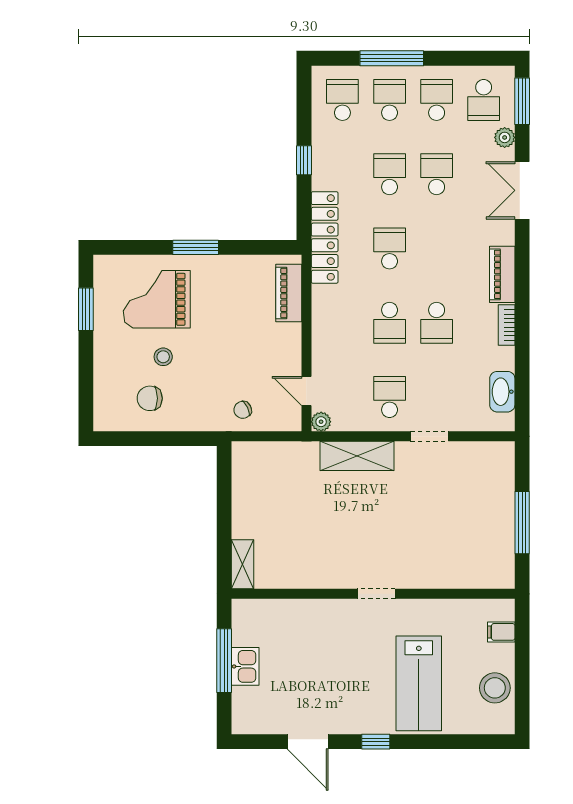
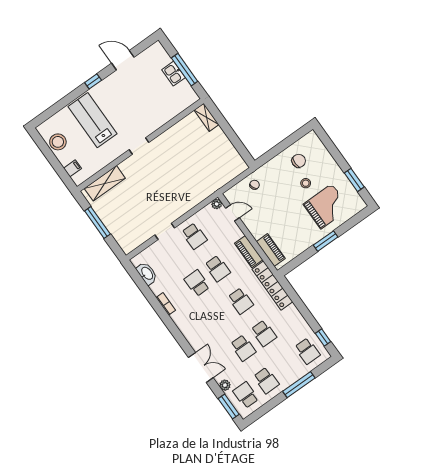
school desk: (390, 100) -> (287, 366), removed
window: (304, 160) -> (323, 337), moved
piano: (502, 274) -> (249, 252), moved, turned 180
school desk: (390, 323) -> (218, 268), turned 180
shelving: (357, 456) -> (105, 183), moved

